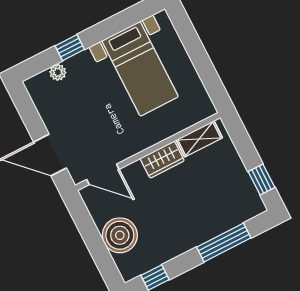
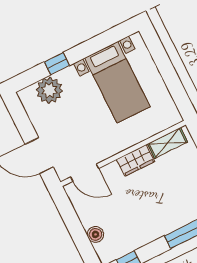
plant: (58, 72) -> (49, 90), width x1.87, depth x1.87
boiler: (120, 235) -> (95, 234), width x0.54, depth x0.54

